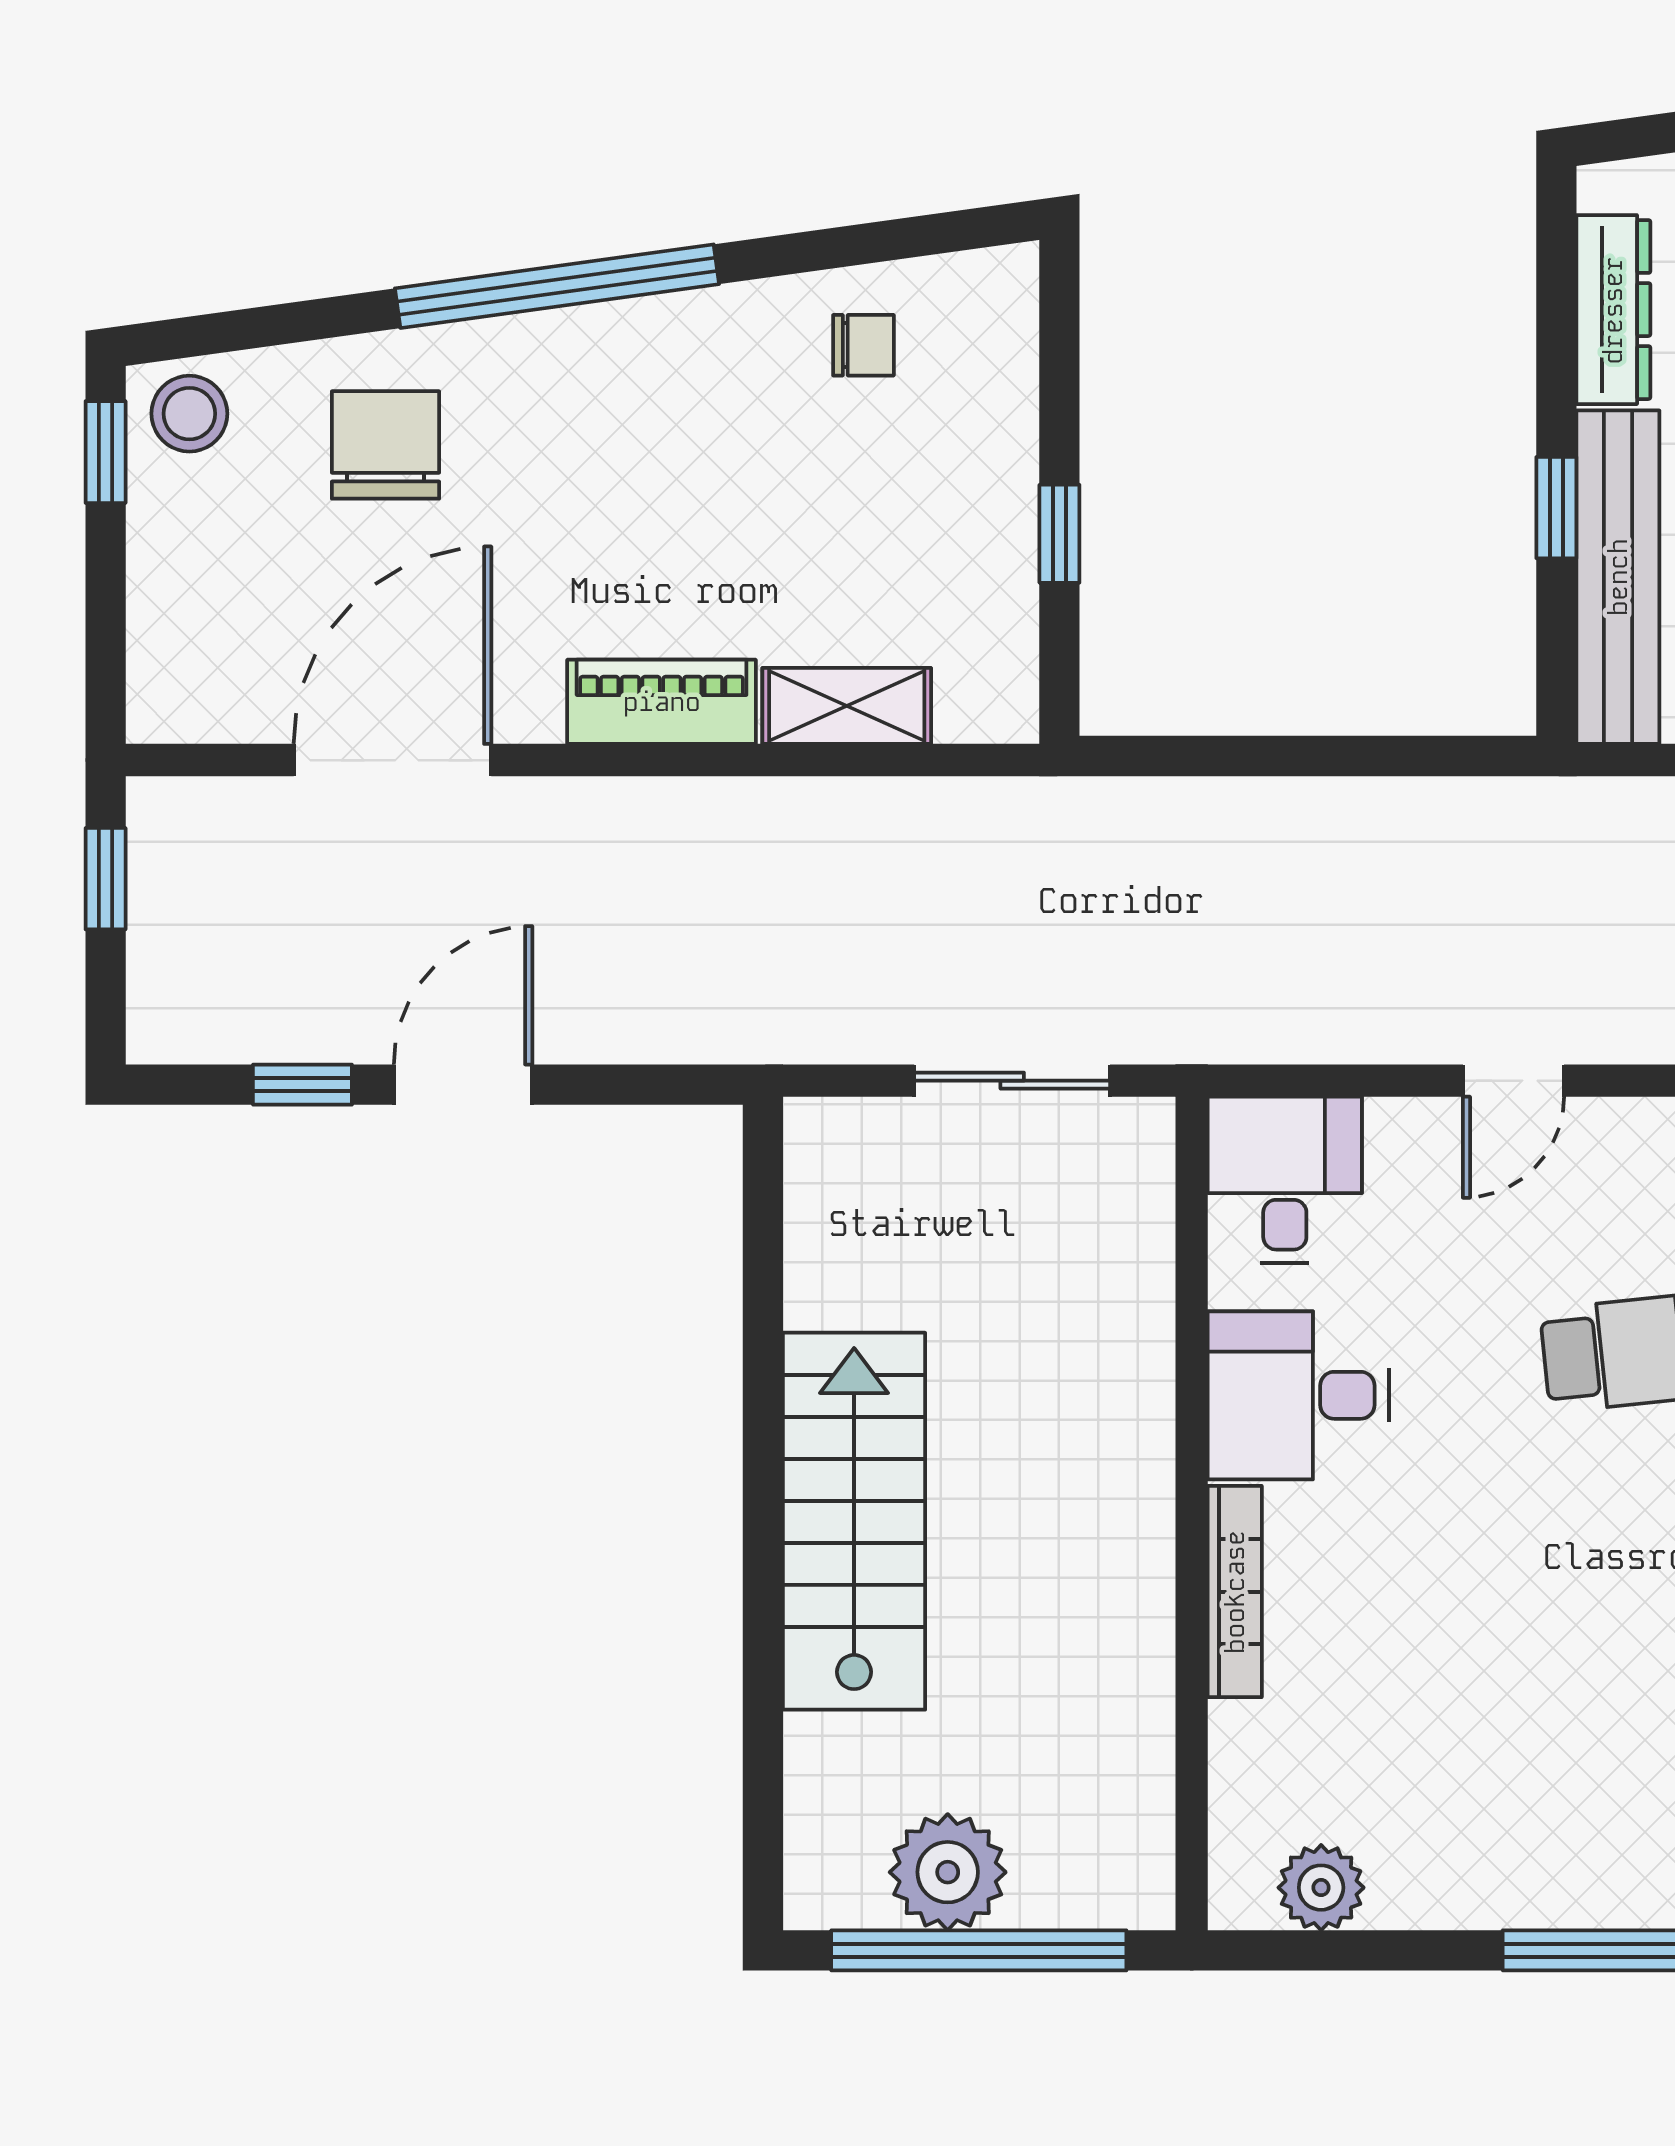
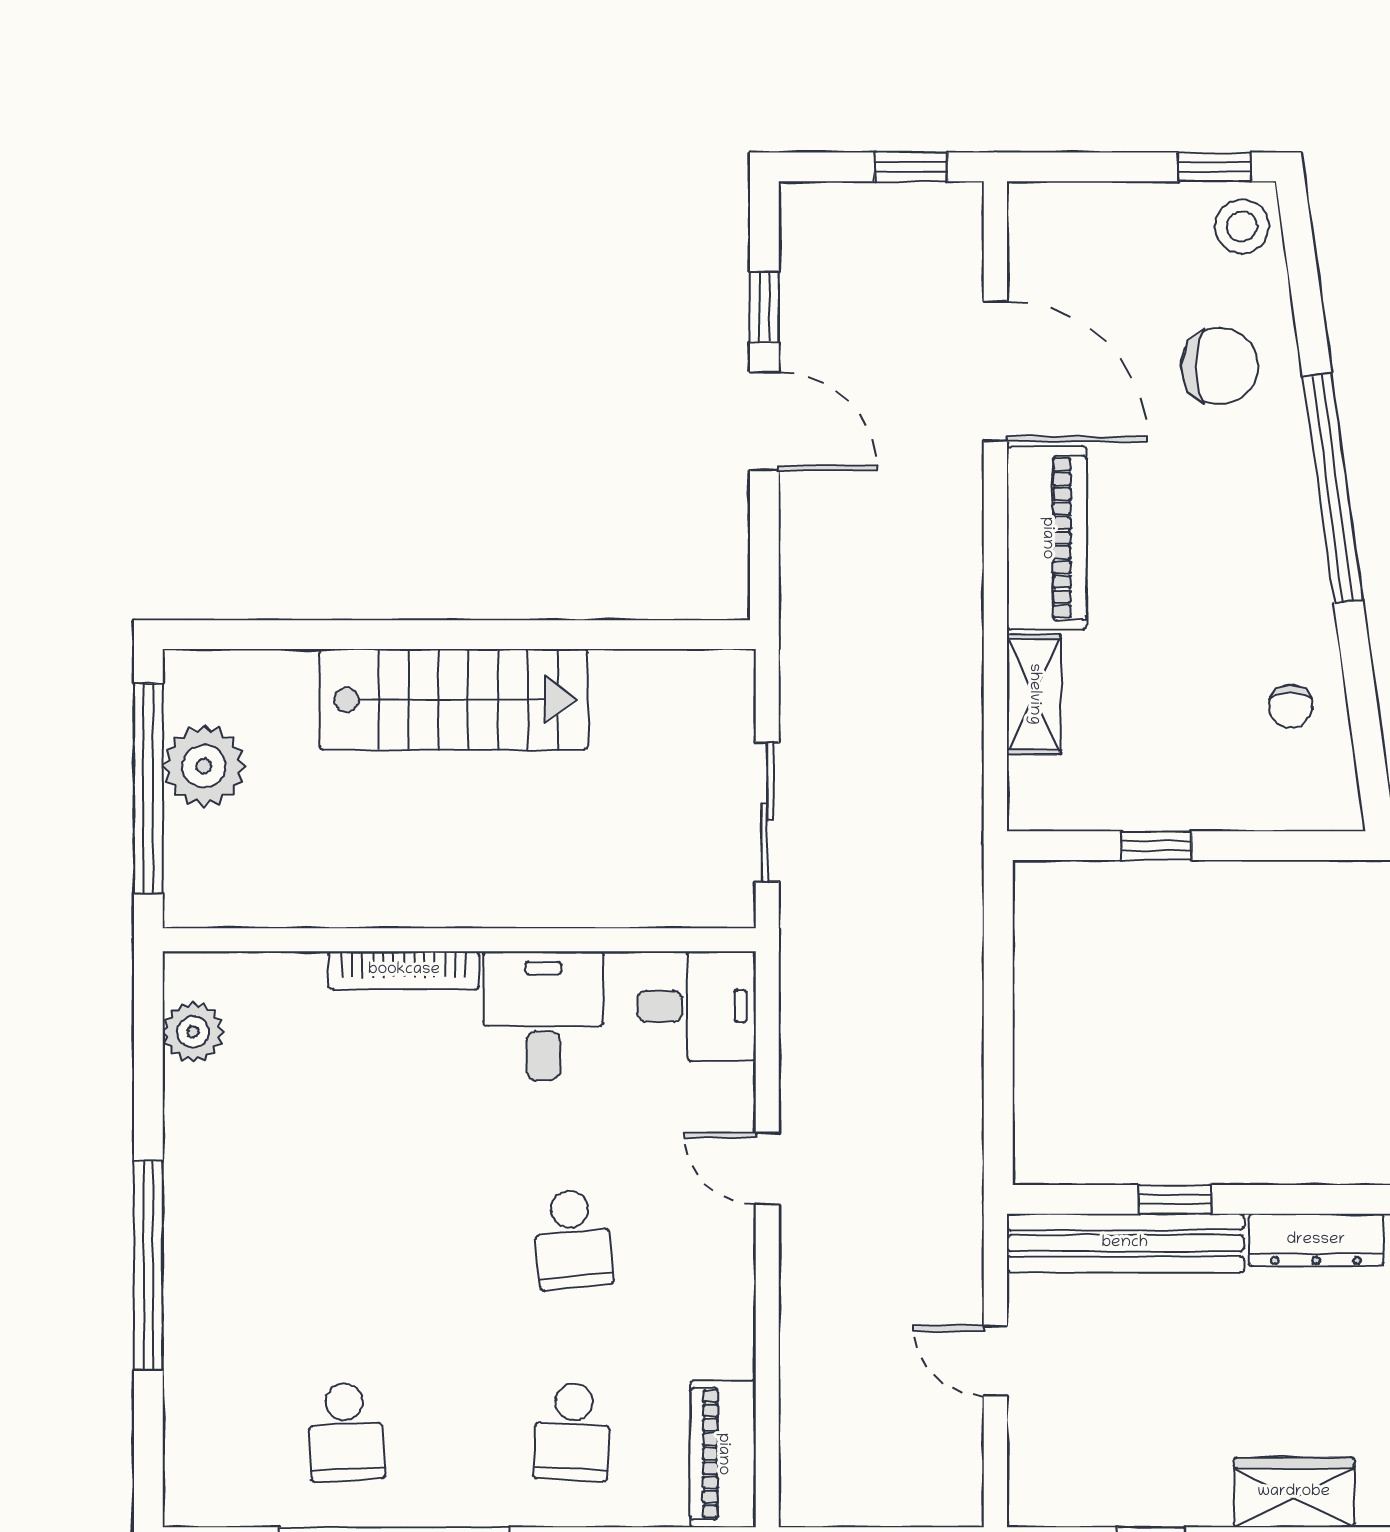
piano: (662, 702) -> (1047, 538), width x1.37, depth x1.33

